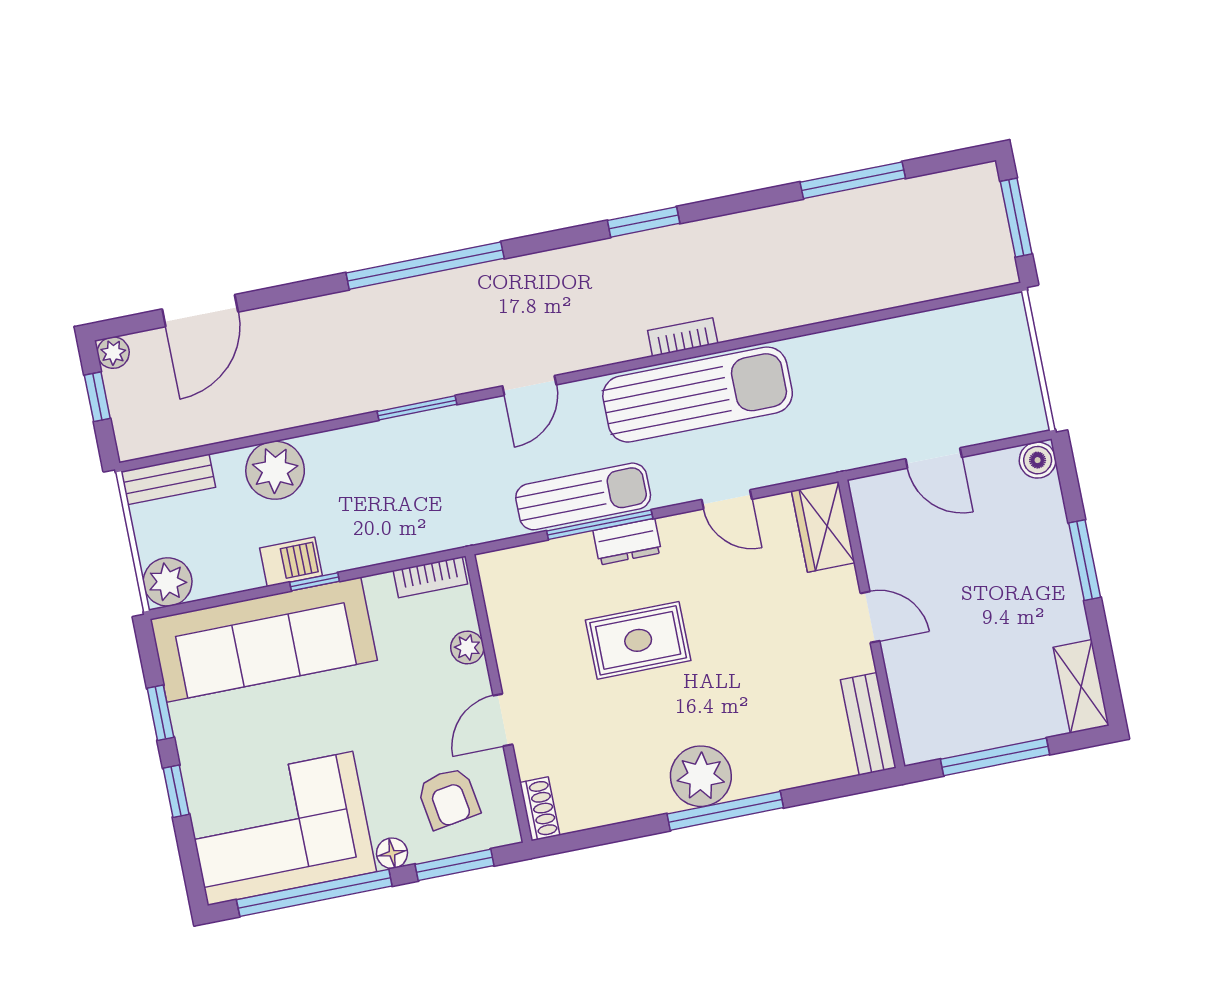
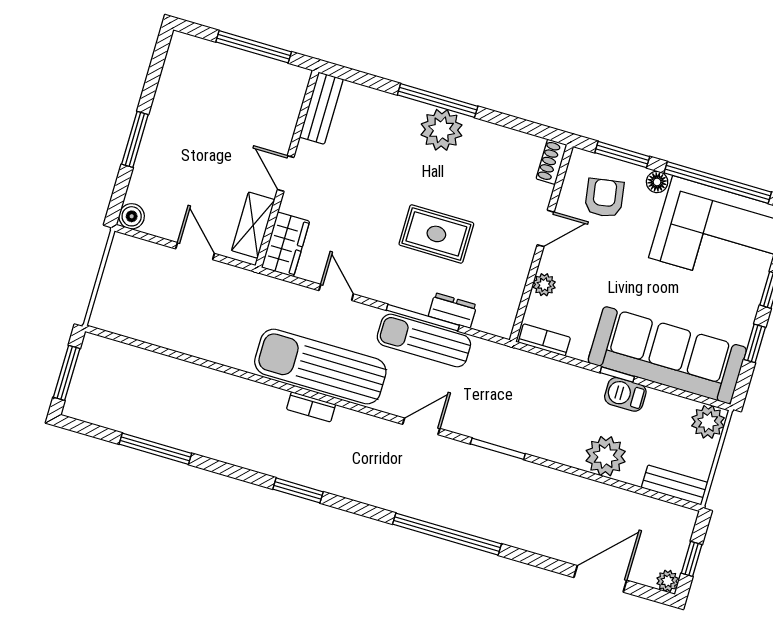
dresser: (627, 542) -> (453, 310), moved
shelving: (1081, 686) -> (253, 225), moved

